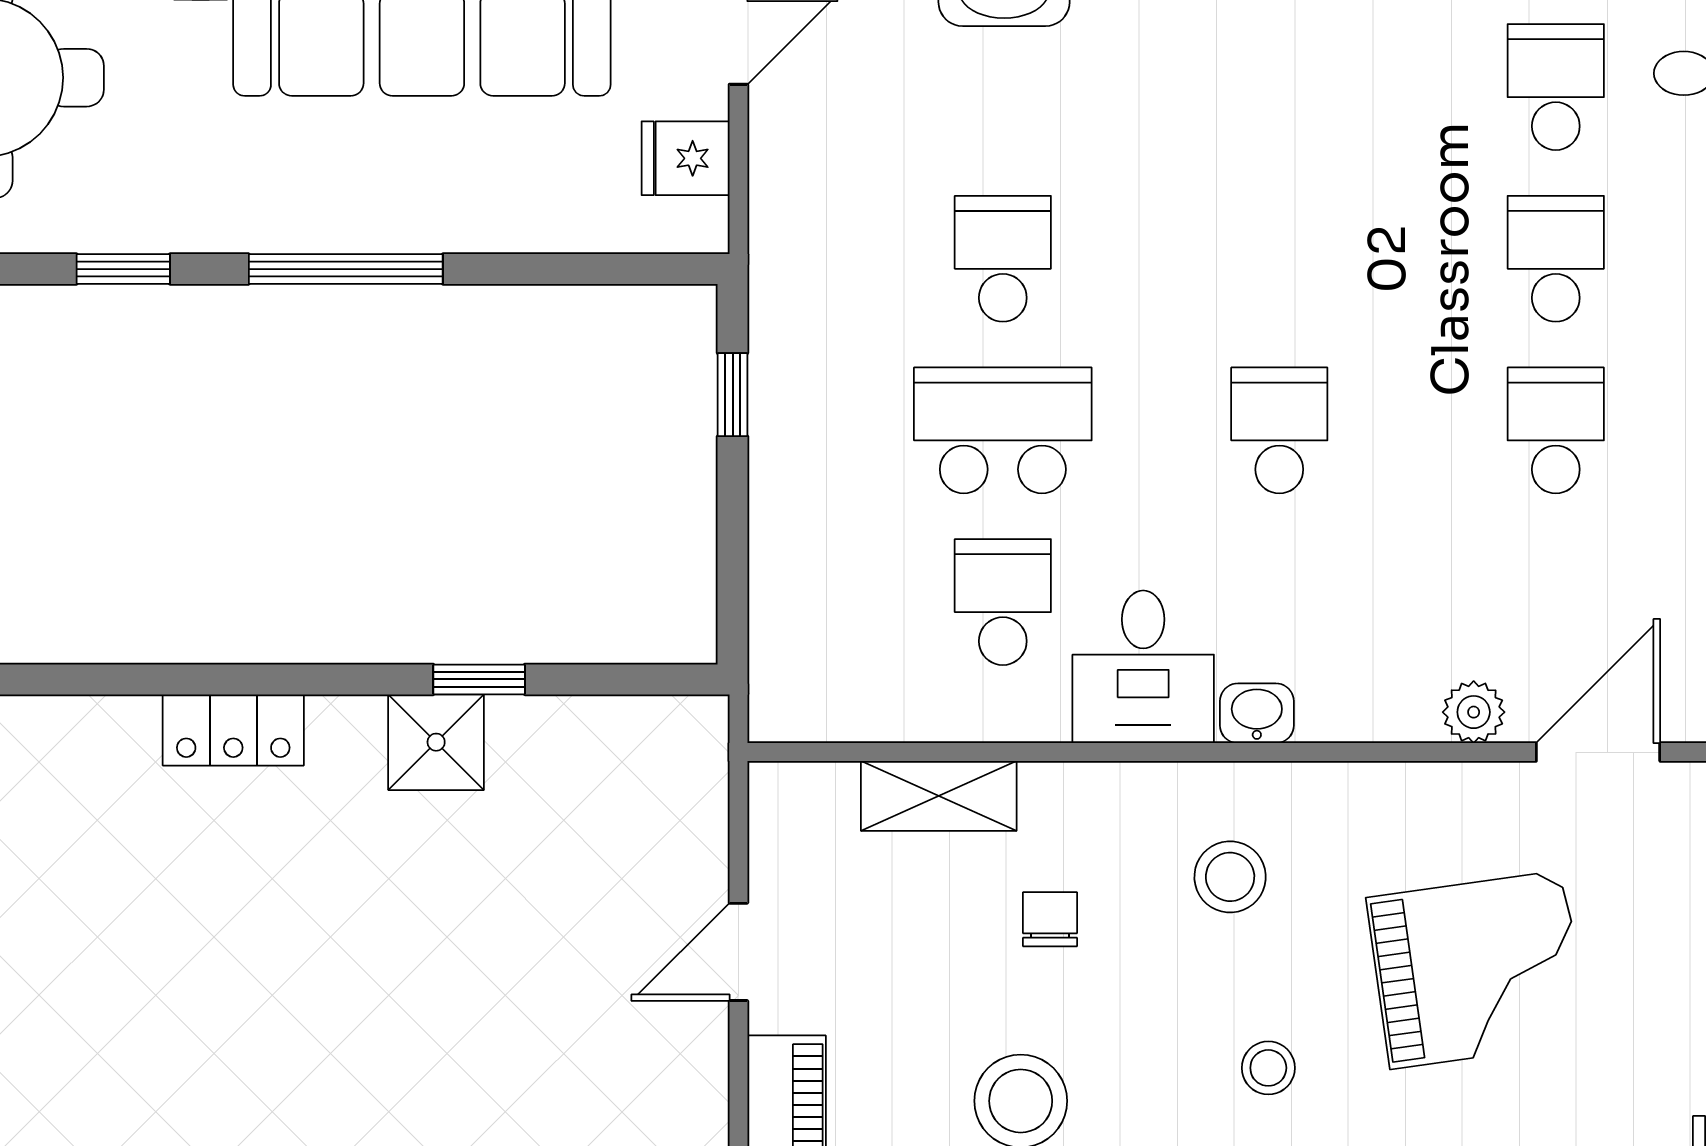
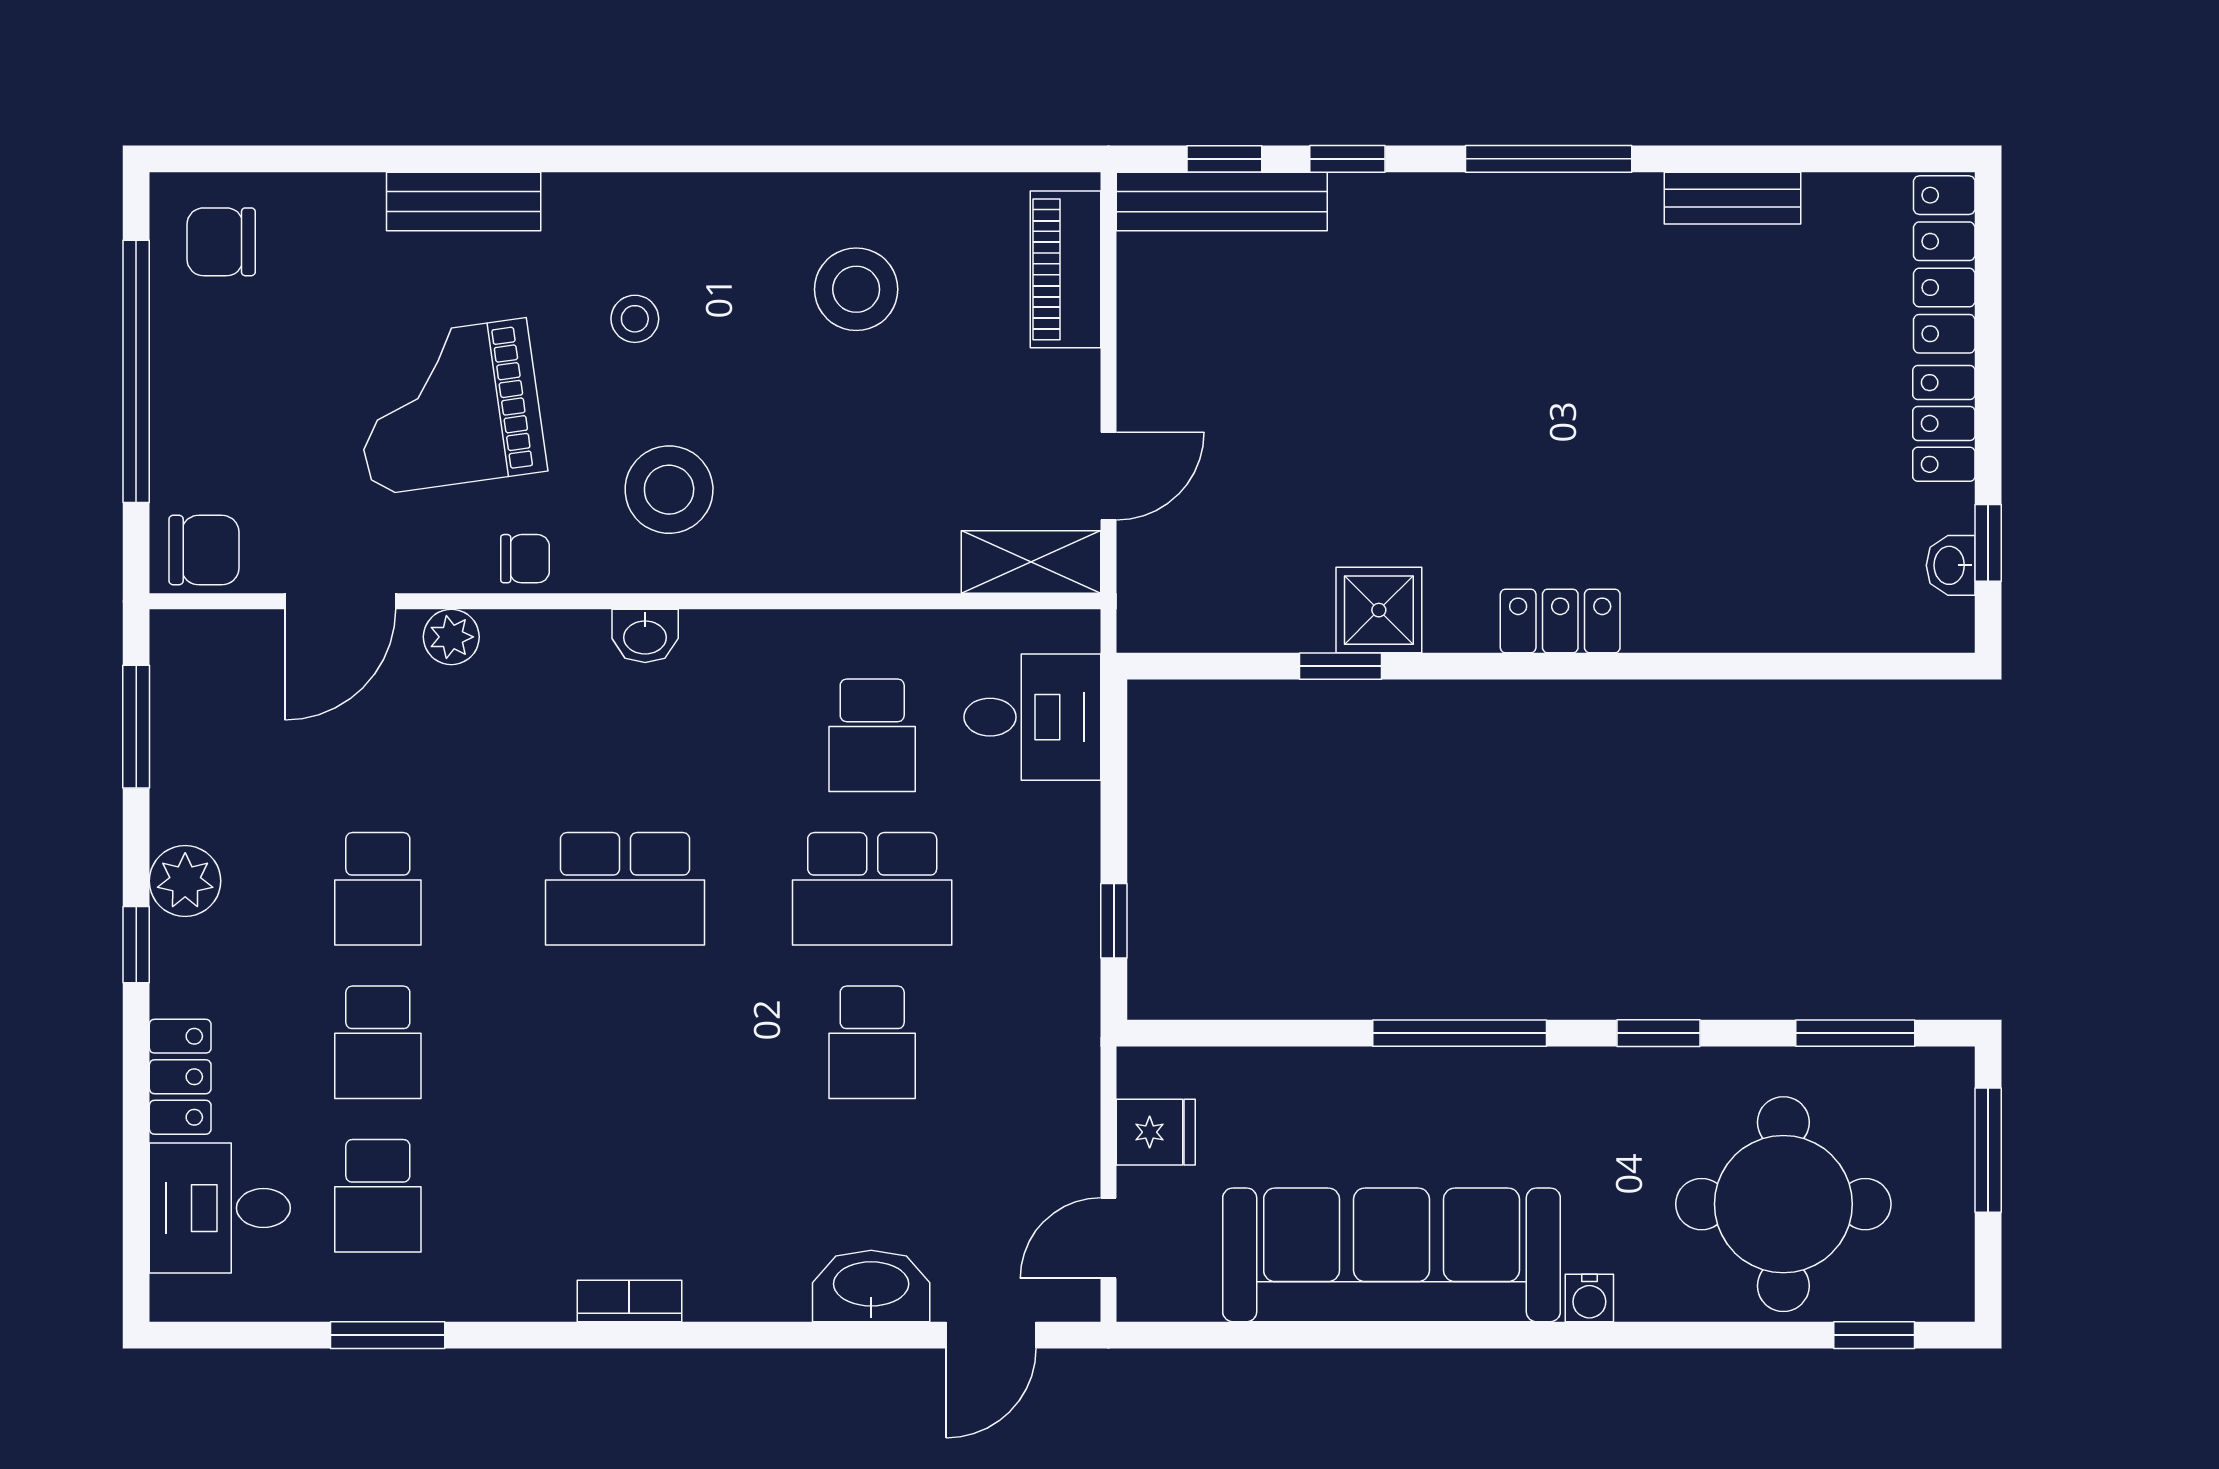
school desk: (1279, 430) -> (625, 889), width x1.85
desk: (1143, 667) -> (1032, 717), moved, turned 90
shelving: (939, 796) -> (1031, 562), moved
stool: (1230, 877) -> (669, 490), width x1.38, depth x1.38
chair: (1050, 919) -> (525, 559), moved, turned -90
door: (738, 952) -> (1109, 476), moved

